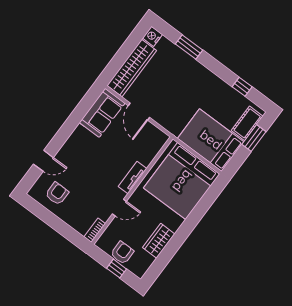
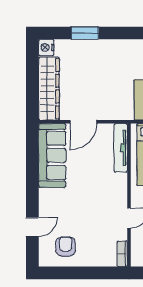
door: (139, 112) -> (83, 122), hinge flipped
sofa: (102, 113) -> (52, 155), width x1.36
tv unit: (133, 177) -> (121, 148), moved, width x1.41

